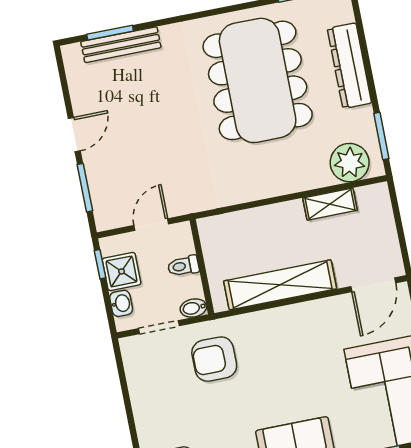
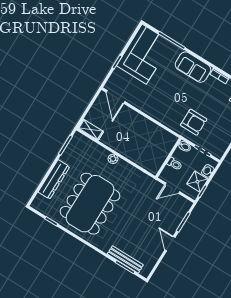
door: (74, 135) -> (170, 244), hinge flipped
plant: (350, 163) -> (113, 159), moved, width x0.53, depth x0.53
shelving: (330, 204) -> (91, 130), moved
shelving: (280, 285) -> (147, 127), removed
door: (373, 285) -> (116, 97), swing flipped

